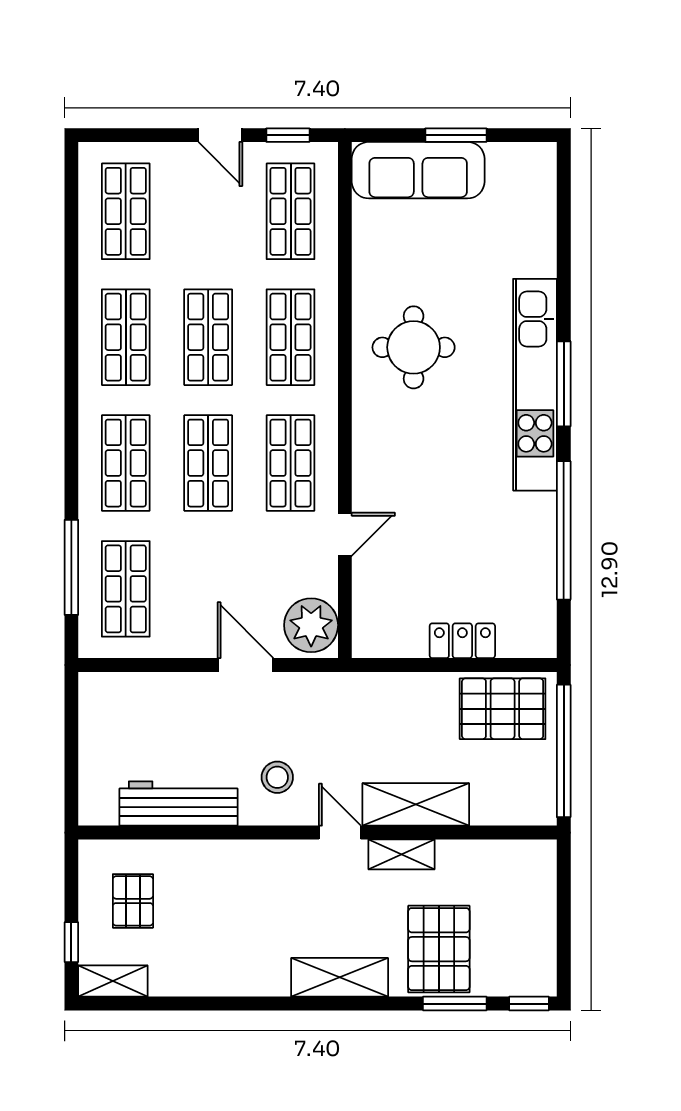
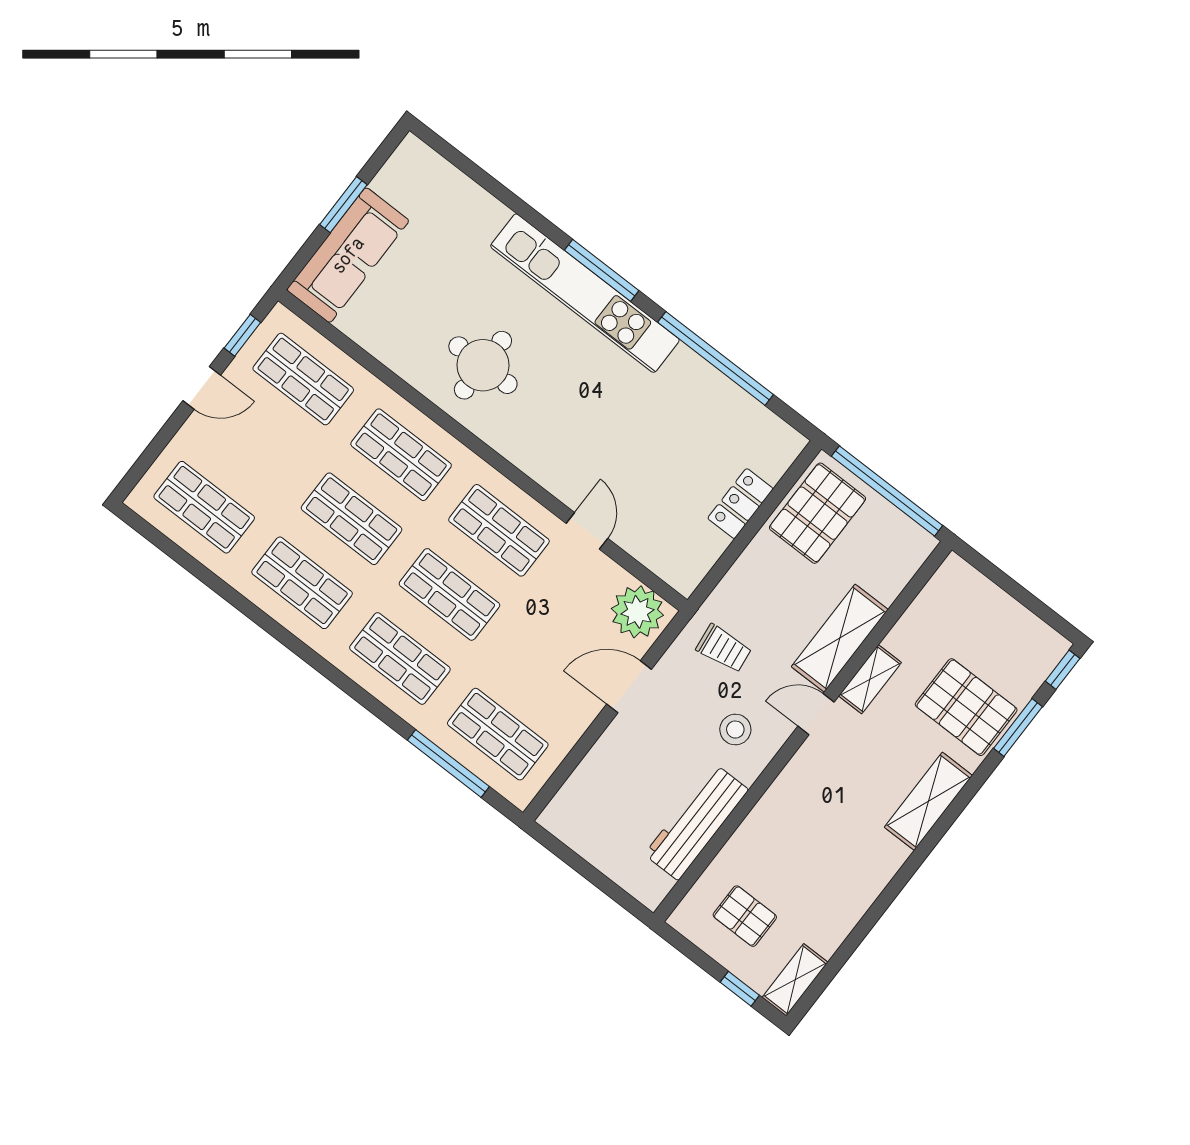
trolley: (335, 718) -> (724, 648), added

